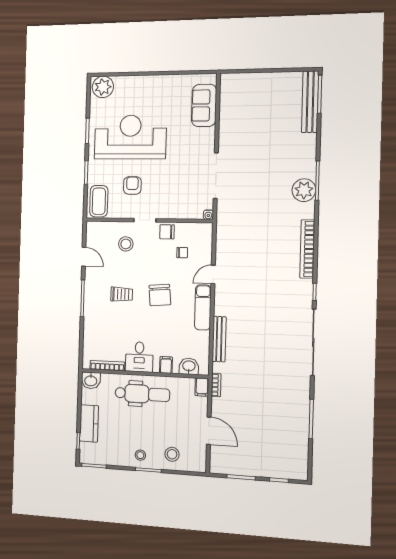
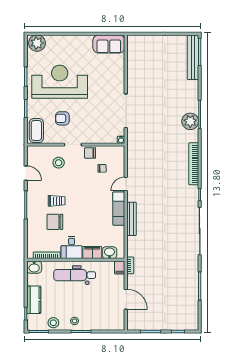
sofa: (204, 105) -> (109, 44), moved, turned -90
armchair: (132, 185) -> (62, 118), turned -90
chair: (160, 295) -> (55, 222), moved, turned 95
bench: (219, 339) -> (131, 219), moved
filing cabinet: (166, 365) -> (92, 253), width x2.00
dental chair: (142, 394) -> (75, 275), turned 180
stool: (172, 454) -> (53, 323), moved

